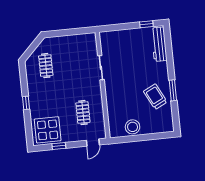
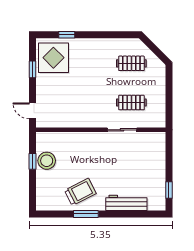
workbench: (159, 44) -> (126, 203), moved
window: (26, 103) -> (67, 35), moved
clothes rail: (83, 113) -> (131, 103), moved
window: (134, 138) -> (33, 161), added

